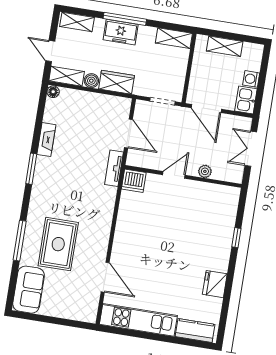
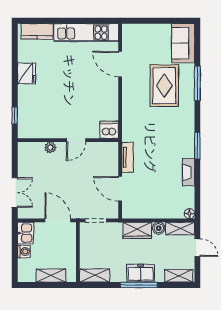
plant: (205, 171) -> (50, 147), moved
door: (174, 175) -> (76, 140), moved
wall: (183, 176) -> (68, 140), moved
dishwasher: (134, 181) -> (109, 130), moved

